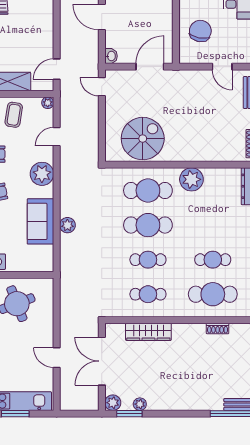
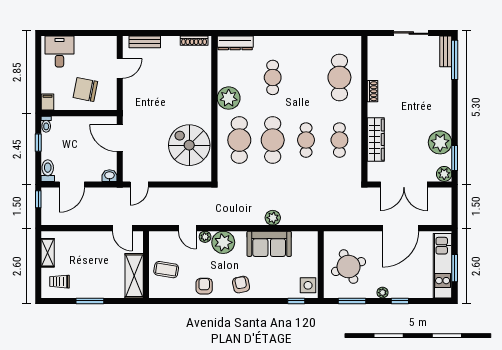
plant: (48, 103) -> (205, 237), moved
cafe table: (213, 260) -> (273, 77), moved
shoe rack: (218, 328) -> (372, 91), moved
door: (57, 358) -> (401, 228), width x1.88
plant: (140, 404) -> (440, 142), width x1.88, depth x1.88

